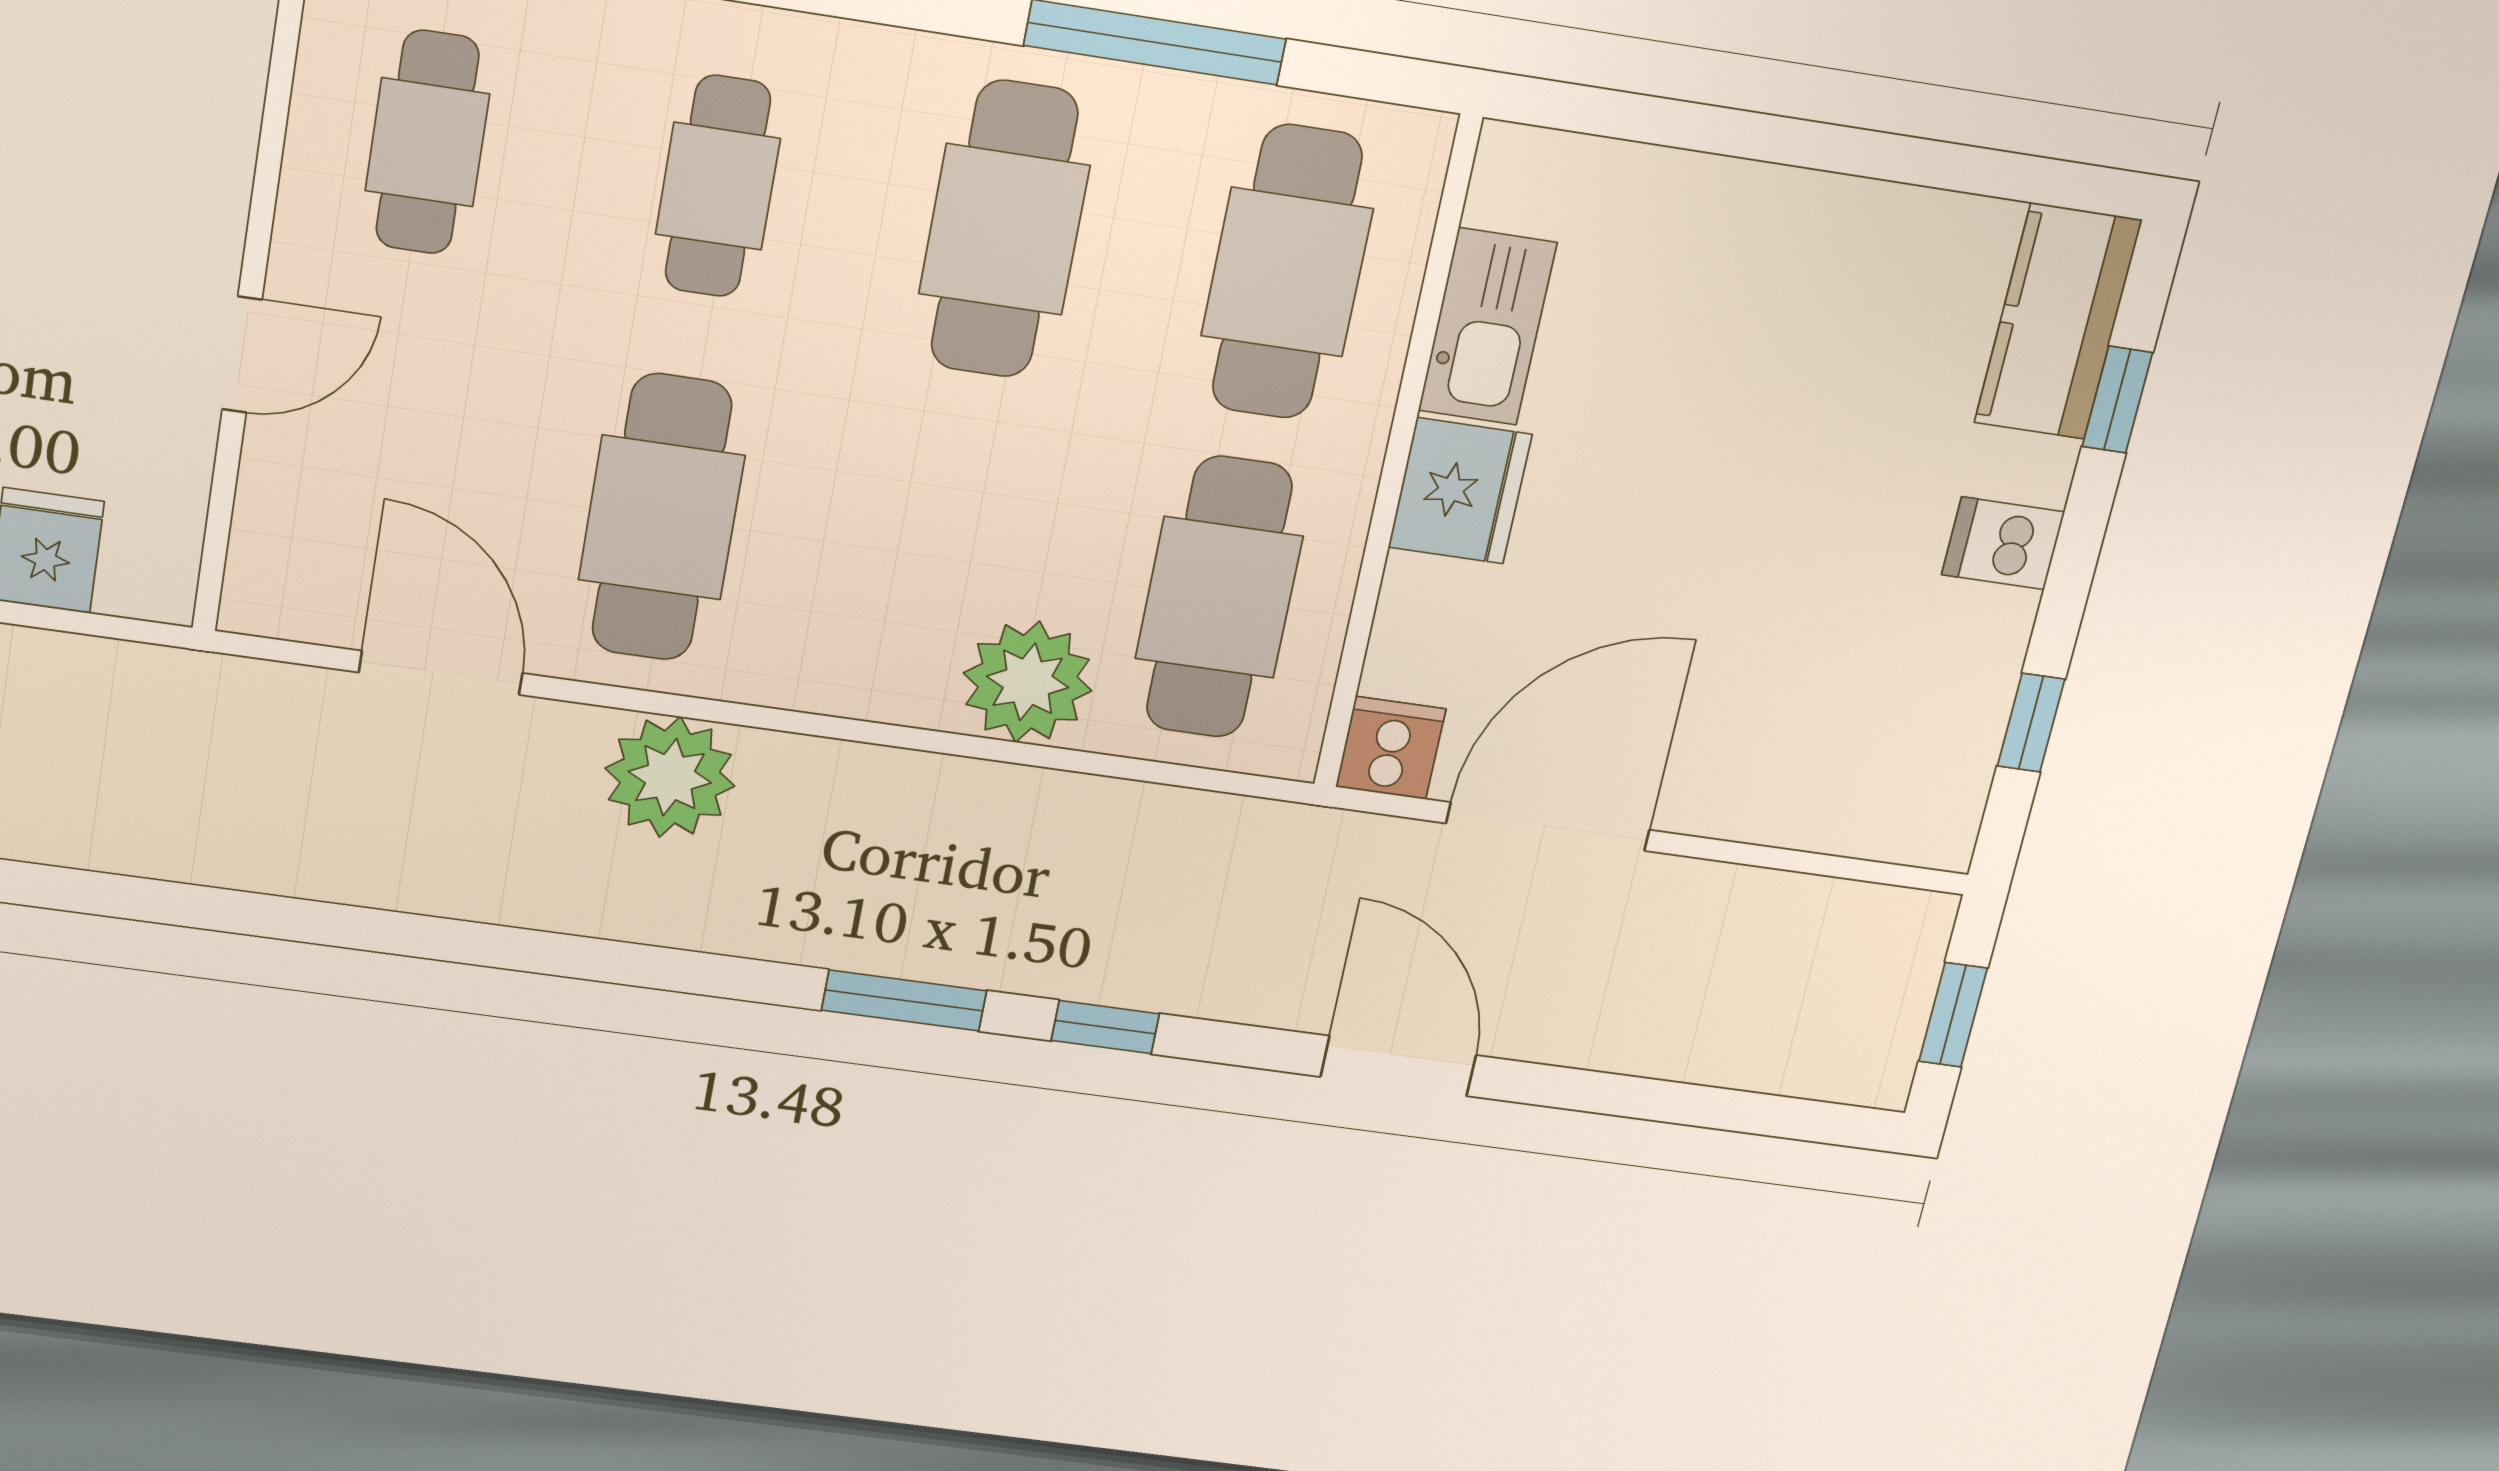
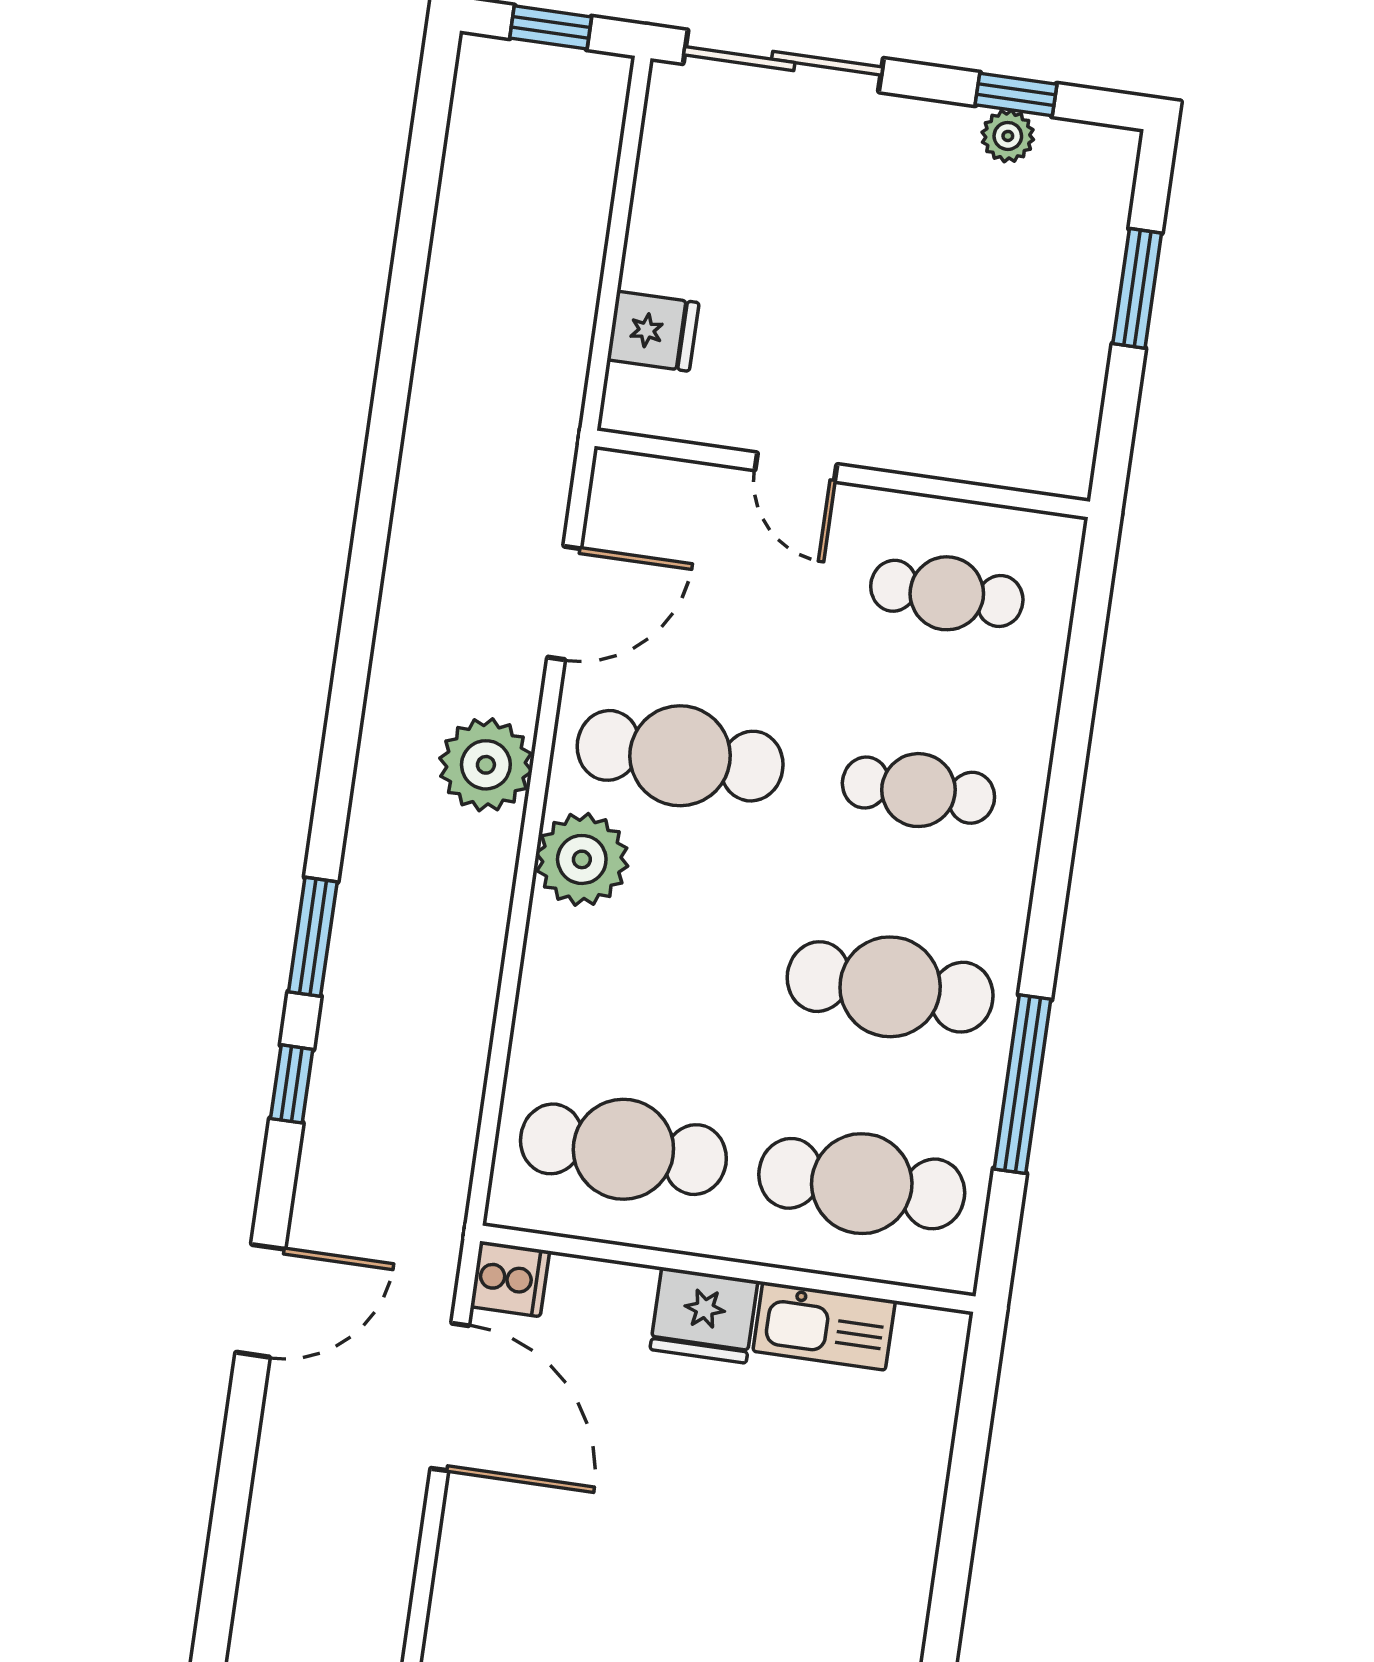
plant: (1028, 682) -> (582, 859), moved

